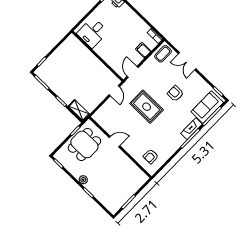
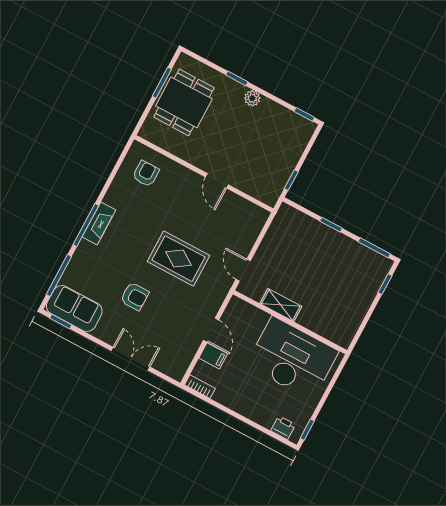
desk: (92, 32) -> (292, 358), width x1.87, depth x1.30
coffee table: (163, 54) -> (177, 359), removed
door: (133, 72) -> (211, 330), moved
sofa: (207, 107) -> (74, 309), moved, turned -90
shelving: (79, 110) -> (281, 305), moved
fireplace: (191, 129) -> (99, 223), moved
door: (114, 142) -> (217, 181), hinge flipped
dining table: (84, 144) -> (184, 102), moved

